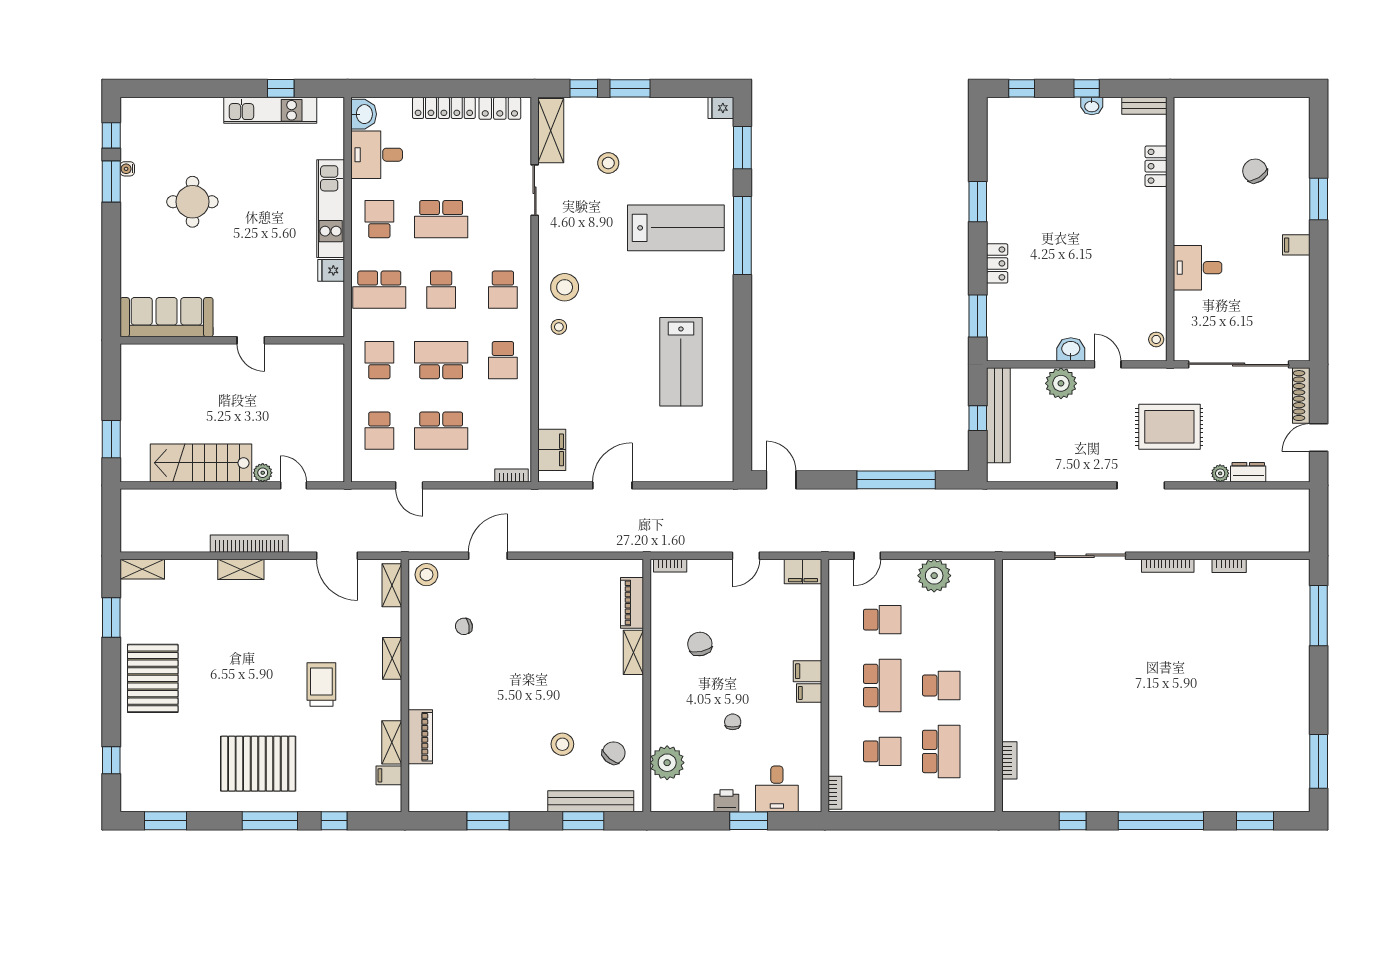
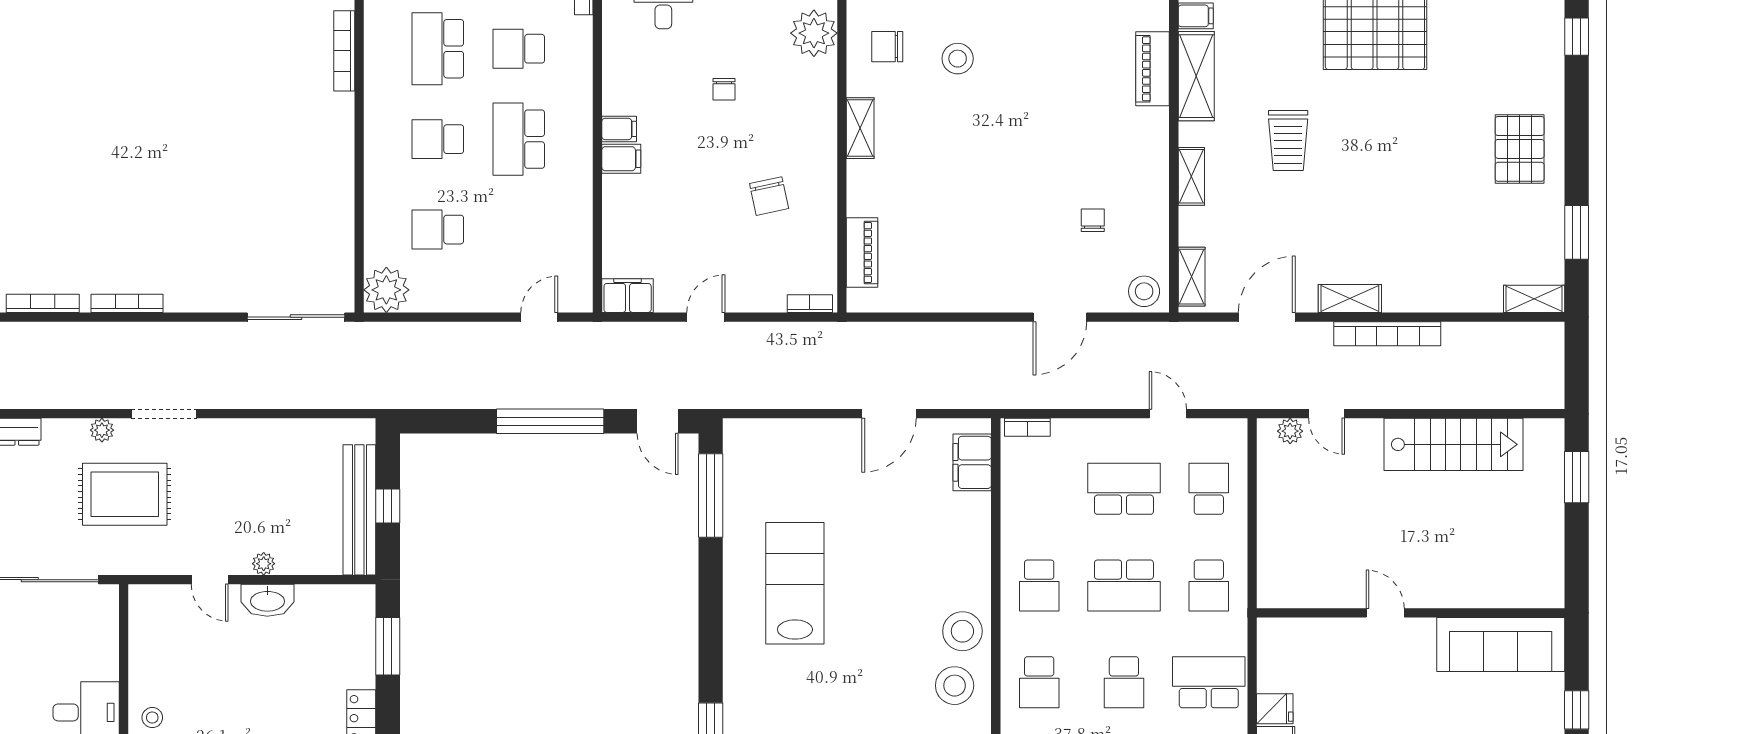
window: (111, 270) -> (1577, 710), added
school desk: (441, 290) -> (1124, 682), turned 180
school desk: (503, 290) -> (1039, 682), turned 180
stool: (559, 327) -> (962, 631), width x1.89, depth x1.89
stool: (1156, 339) -> (152, 718), moved
washbasin: (1071, 349) -> (267, 600), width x1.38
school desk: (503, 360) -> (1039, 586), turned 180
plant: (1061, 383) -> (264, 564), width x0.53, depth x0.53
window: (742, 426) -> (711, 496), added
plant: (263, 473) -> (1290, 431), moved
plant: (1220, 473) -> (102, 430), moved
window: (896, 480) -> (550, 421), moved
door: (337, 556) -> (1267, 317), hinge flipped
sliding door: (1090, 556) -> (296, 317), moved
bookcase: (1229, 566) -> (43, 303), width x1.56
shelving: (241, 569) -> (1350, 298), moved
plant: (934, 576) -> (386, 290), moved
school desk: (882, 620) -> (438, 230), moved
chair: (464, 626) -> (1093, 220), turned -80
shelving: (633, 652) -> (860, 128), moved
pallet: (153, 678) -> (1520, 149), width x0.73, depth x0.71
shelving: (392, 742) -> (1196, 76), width x1.50, depth x1.33
chair: (614, 753) -> (887, 47), turned 50
bookcase: (1009, 760) -> (344, 51), width x1.56

